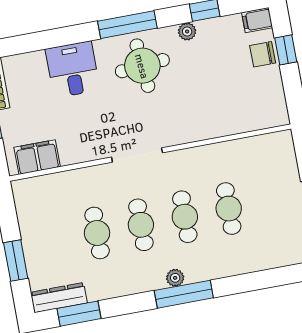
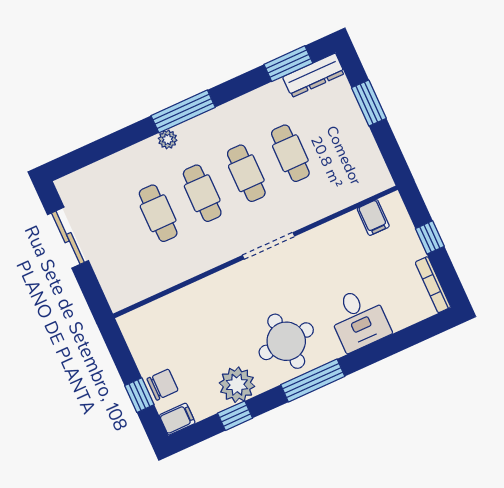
plant: (187, 31) -> (237, 385), width x1.87, depth x1.87
filing cabinet: (37, 157) -> (373, 218), width x0.50
plant: (175, 278) -> (168, 139), moved

